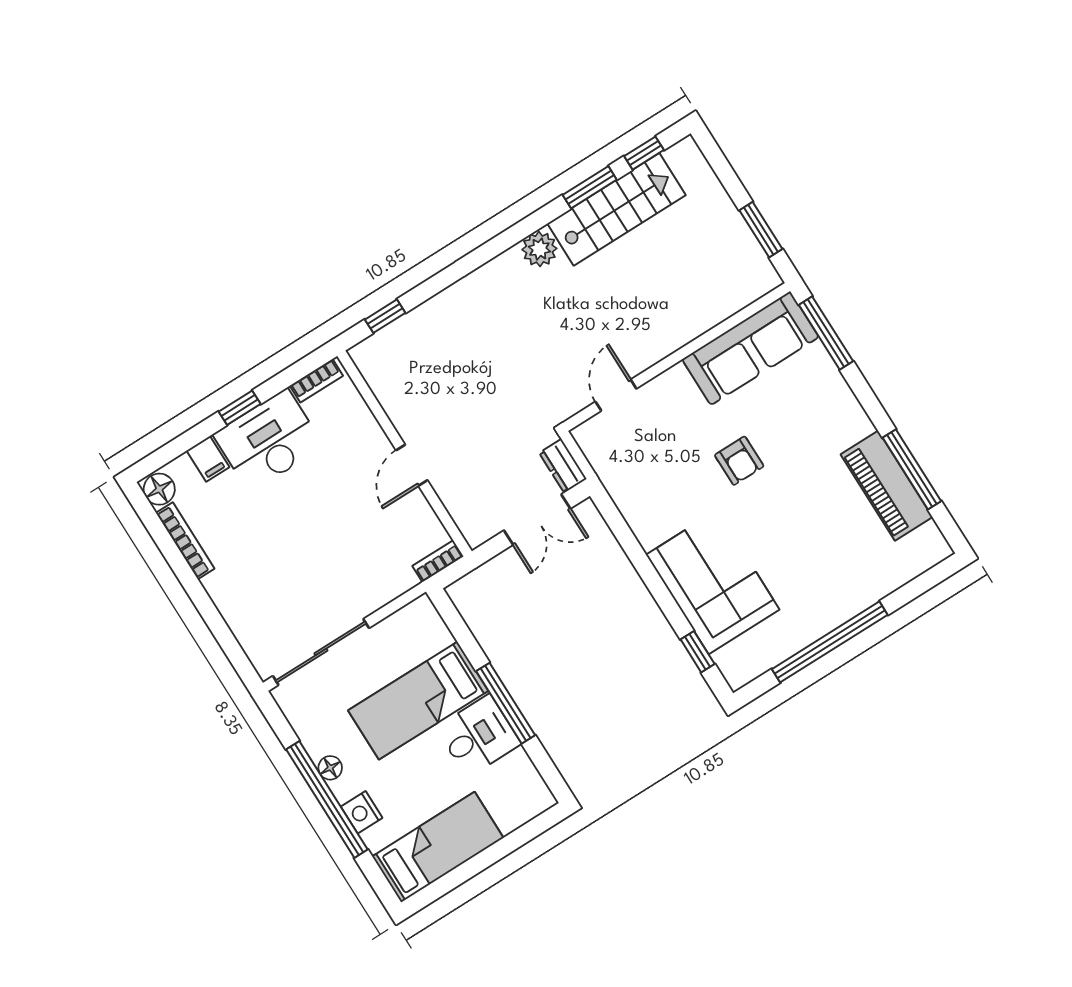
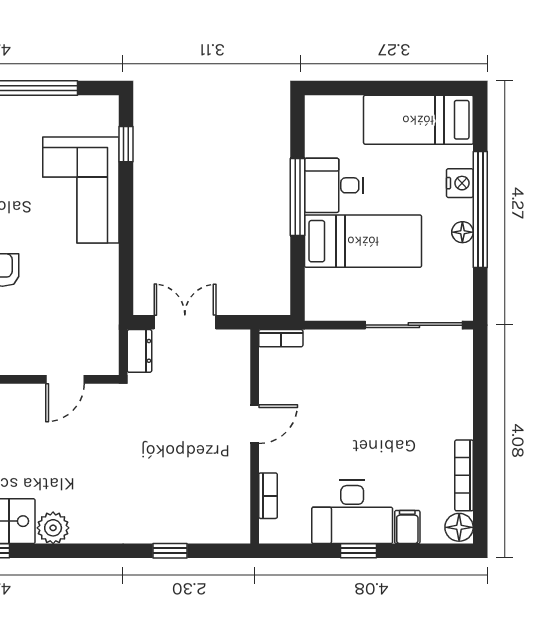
window: (385, 316) -> (170, 551), moved
bookcase: (316, 381) -> (268, 496), moved, turned 90

